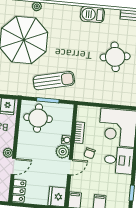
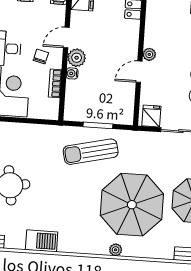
round table: (38, 118) -> (110, 101), removed
door: (13, 166) -> (139, 72), moved

